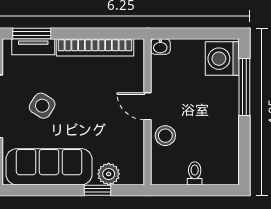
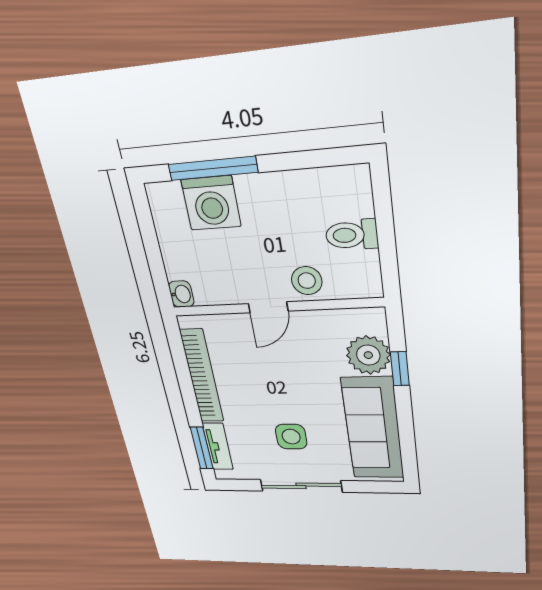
washing machine: (222, 59) -> (211, 203), moved
side table: (42, 106) -> (291, 437), turned -32
toilet: (195, 173) -> (352, 235), width x1.37, depth x1.39
plant: (109, 174) -> (368, 355), width x1.36, depth x1.36

